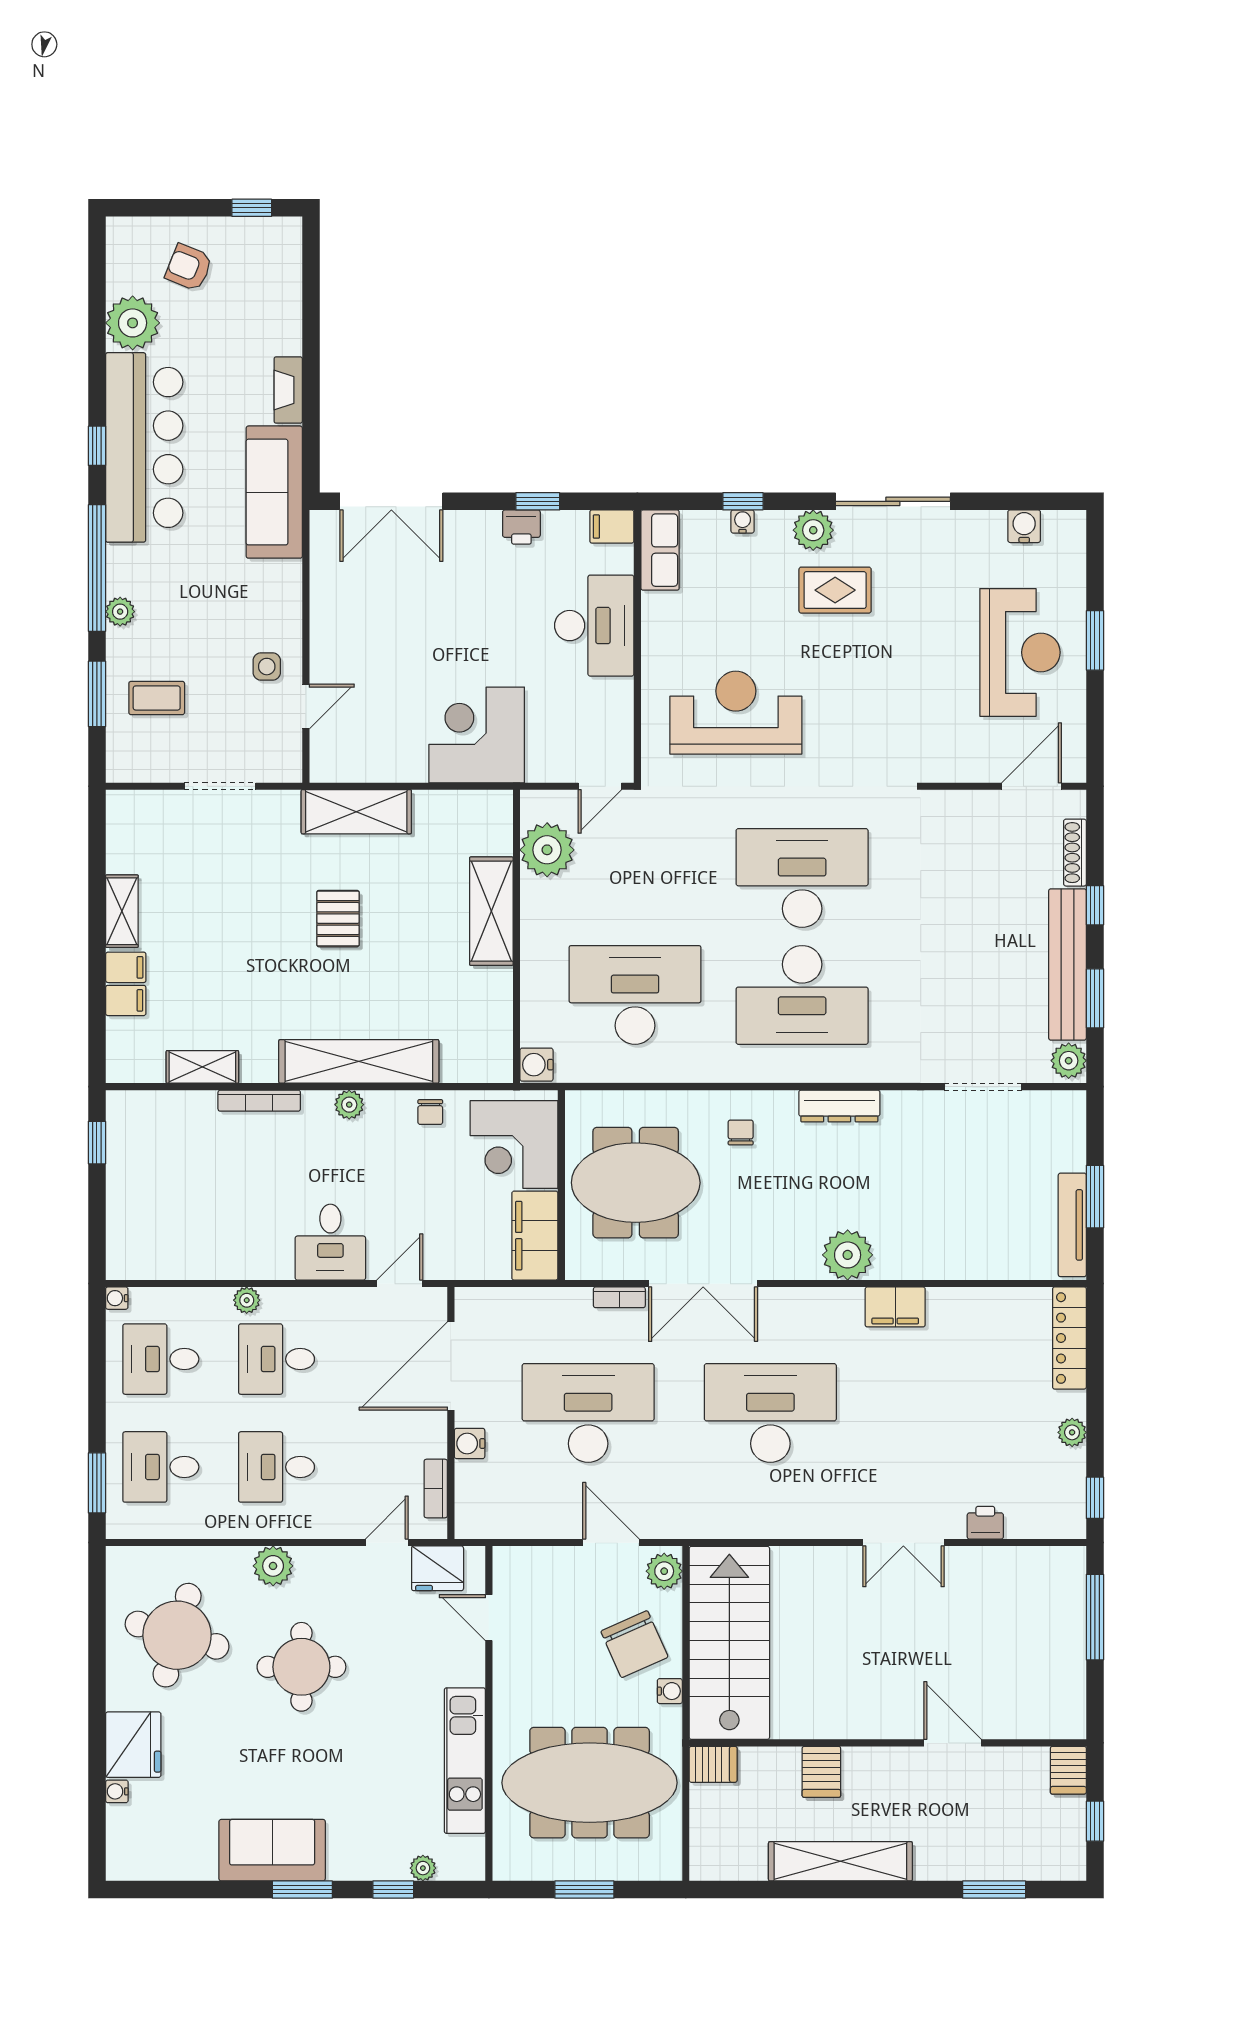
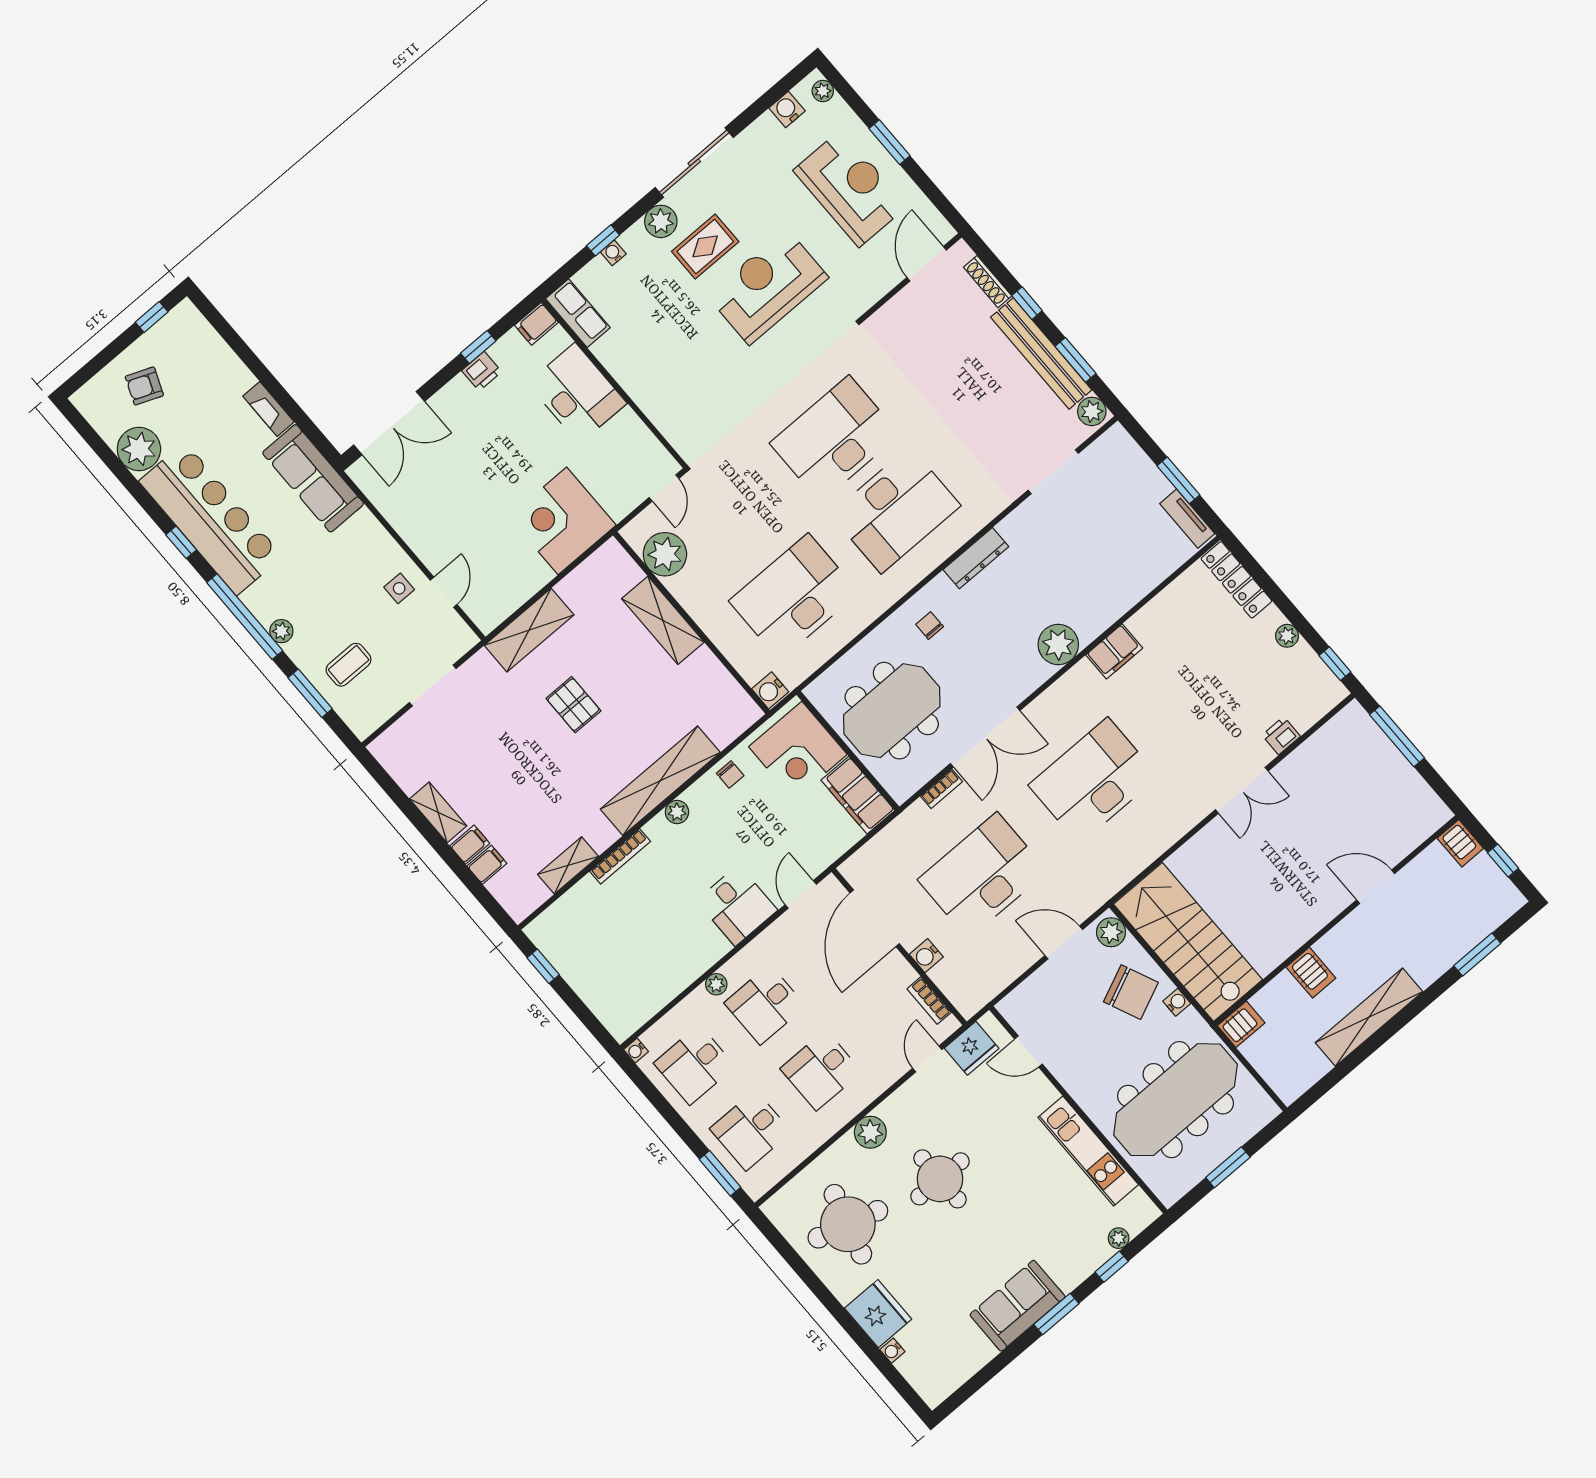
plant: (1073, 538) -> (823, 91), added
reception desk: (736, 713) -> (768, 287), moved
tv unit: (1072, 1225) -> (1187, 519), width x0.71

